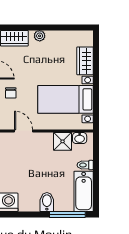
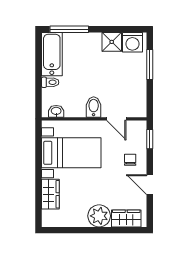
plant: (40, 36) -> (99, 216), width x1.87, depth x1.87
shower: (63, 141) -> (112, 42), moved
bidet: (47, 202) -> (94, 107), moved, turned 180

